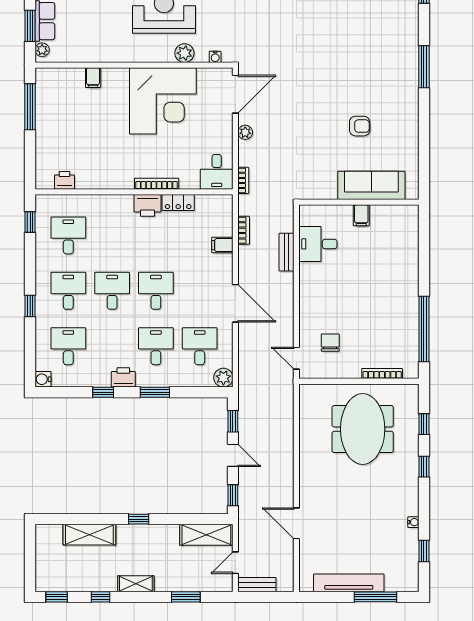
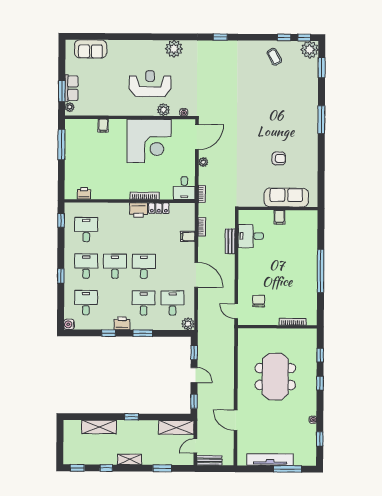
window: (424, 329) -> (321, 271), moved
meeting table: (363, 429) -> (275, 377), moved

